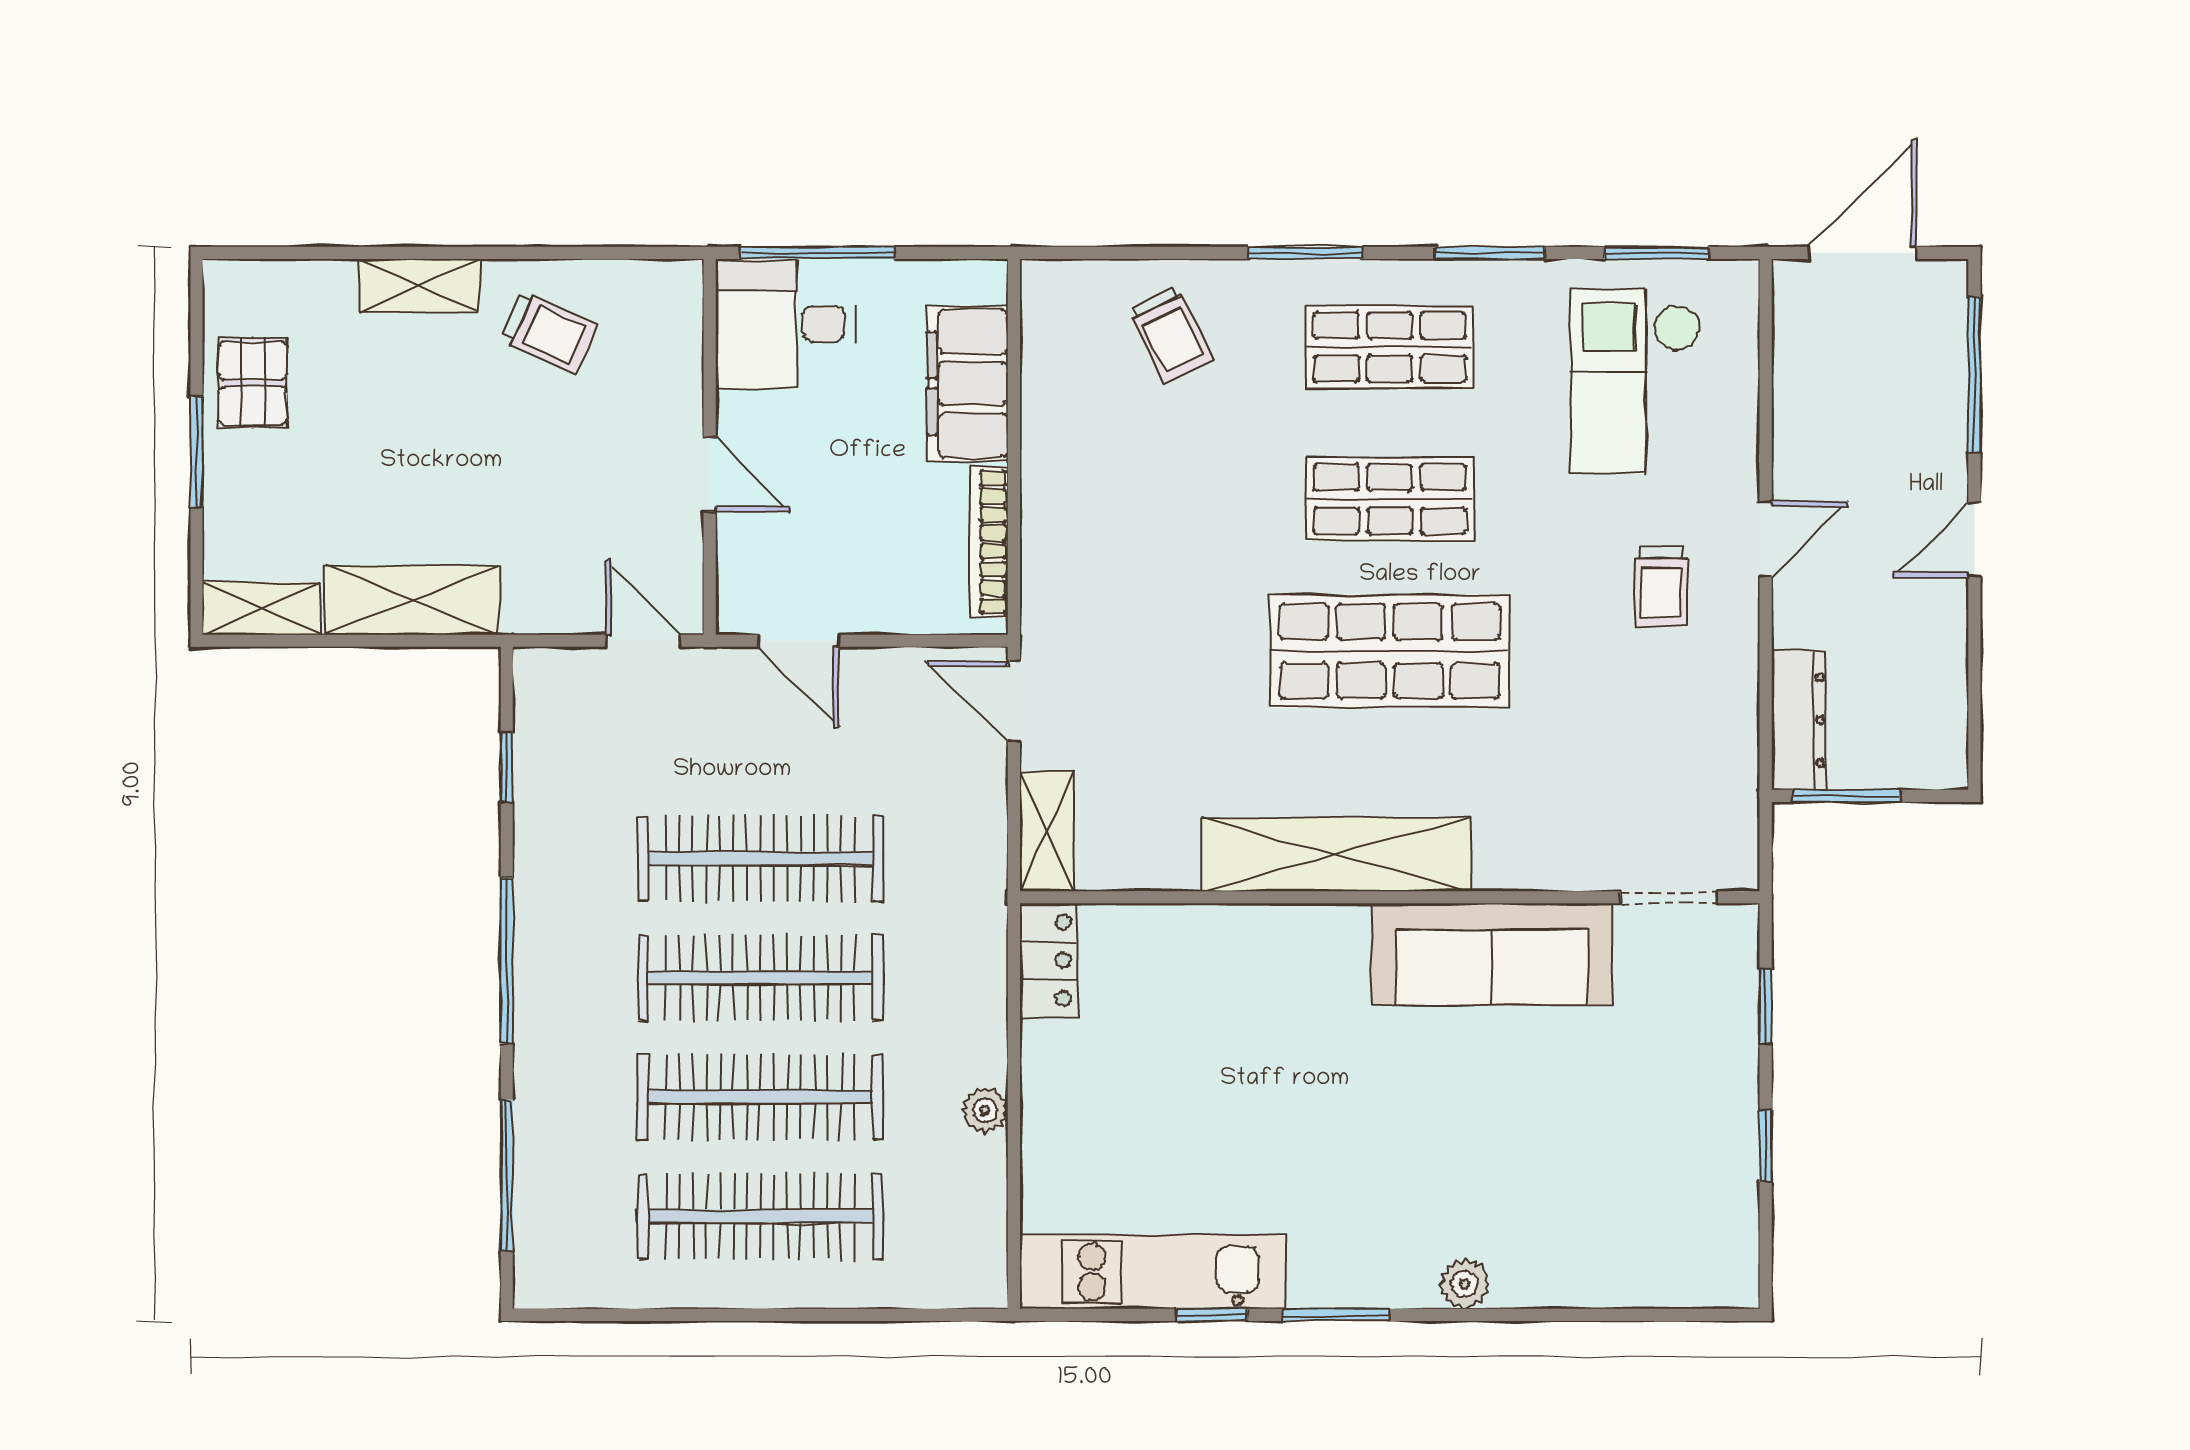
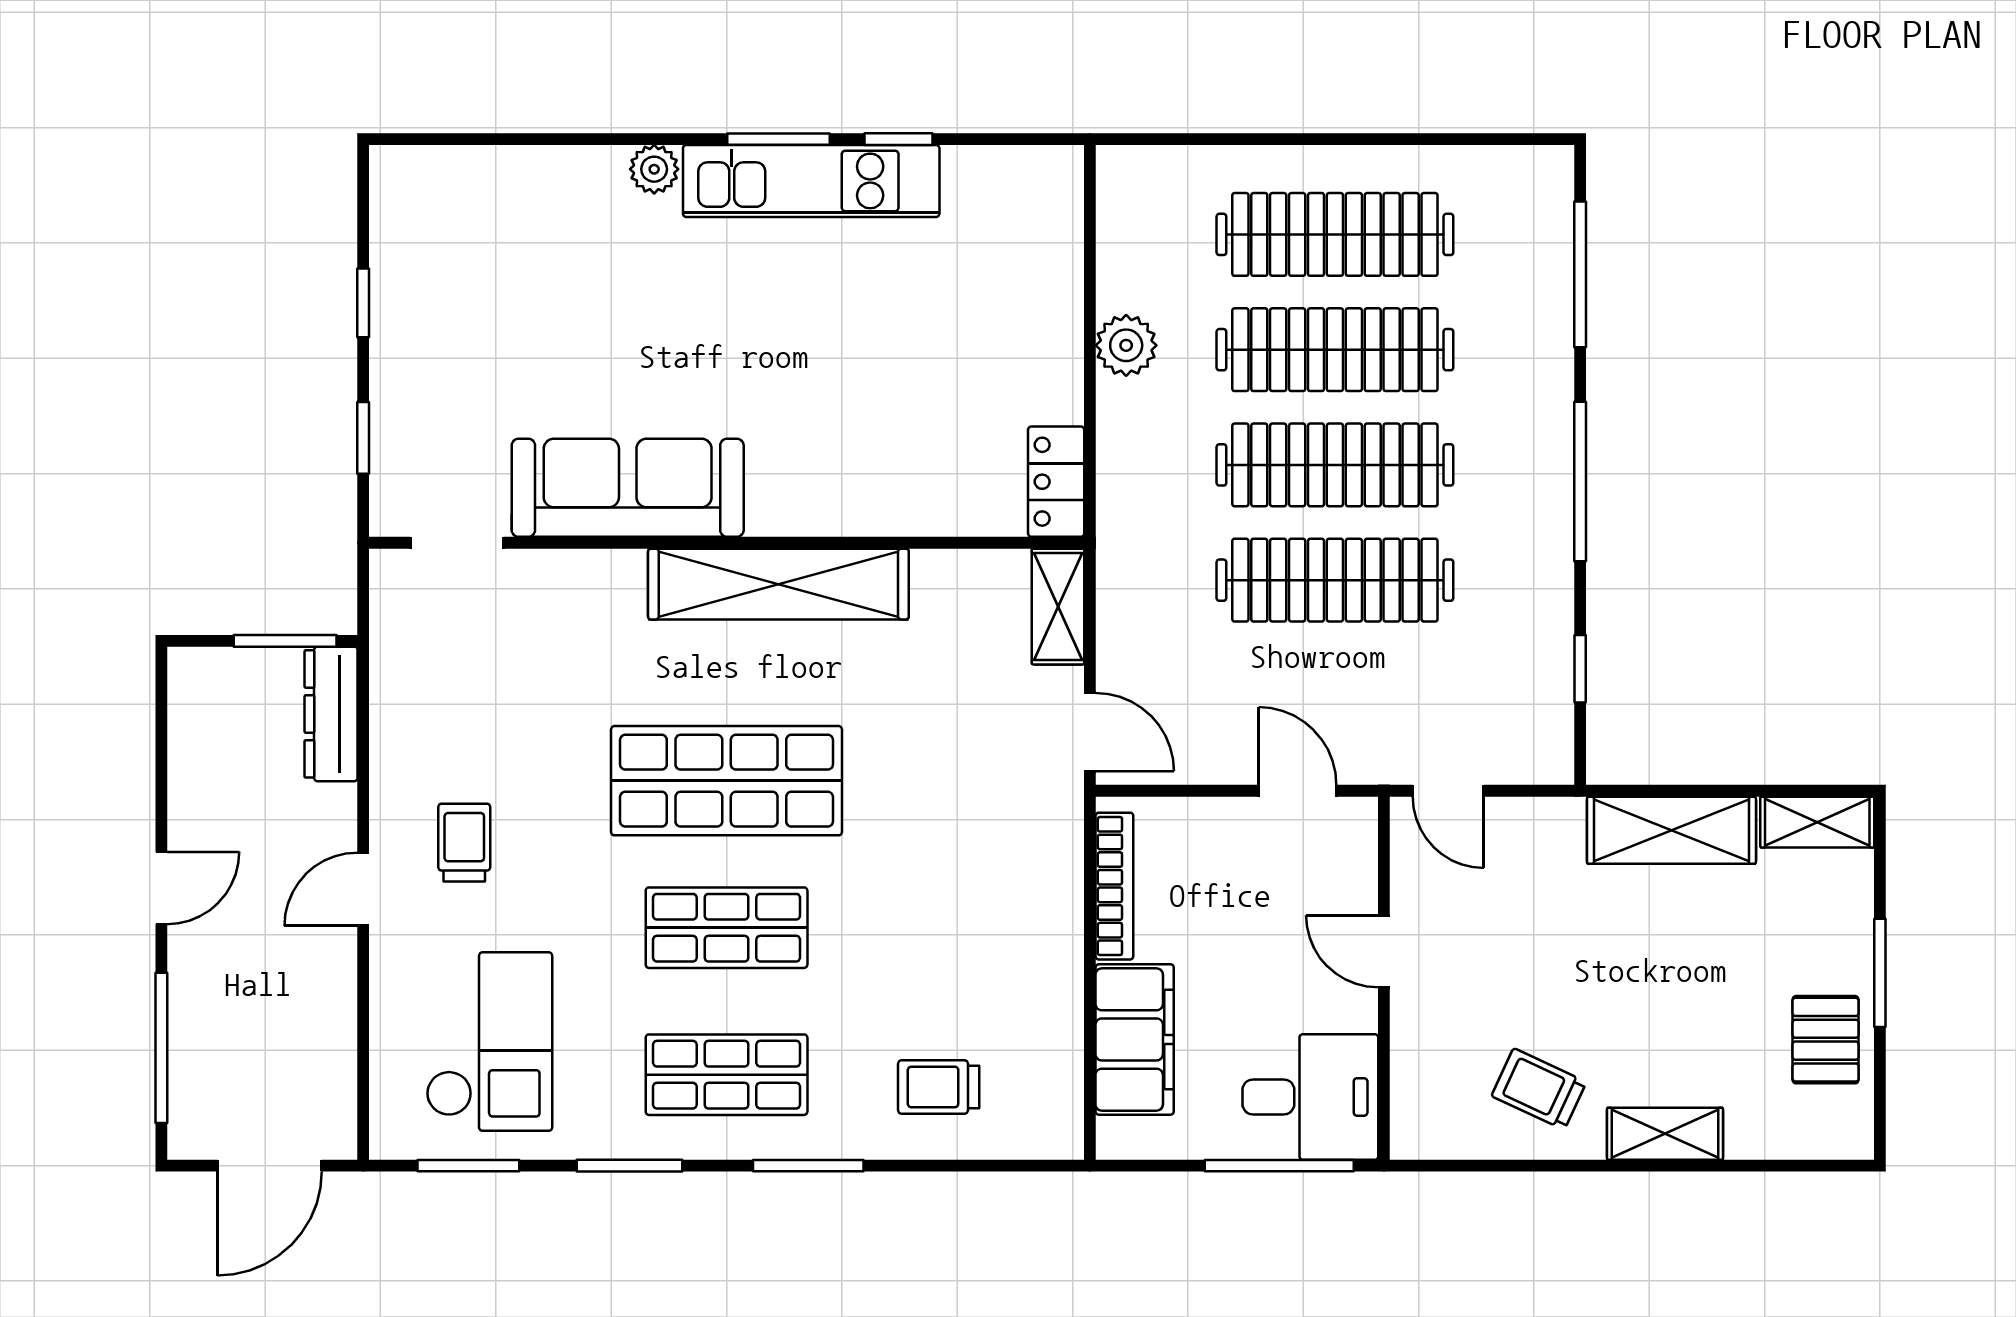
trolley: (1170, 334) -> (939, 1087), turned -64
plant: (985, 1110) -> (1126, 345), width x1.38, depth x1.38
kitchen unit: (1153, 1272) -> (811, 181), moved

